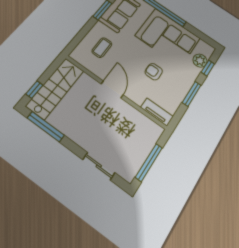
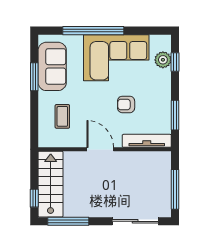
window: (192, 94) -> (175, 115), moved
tv unit: (157, 112) -> (147, 141), width x1.41
sliding door: (99, 166) -> (135, 221), width x1.37

